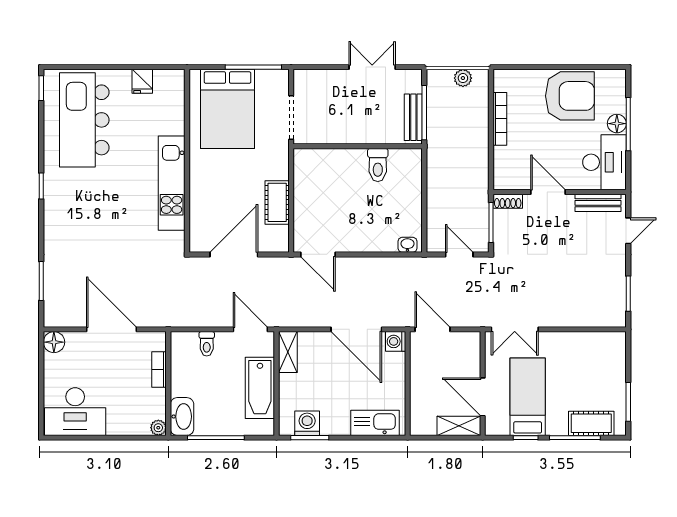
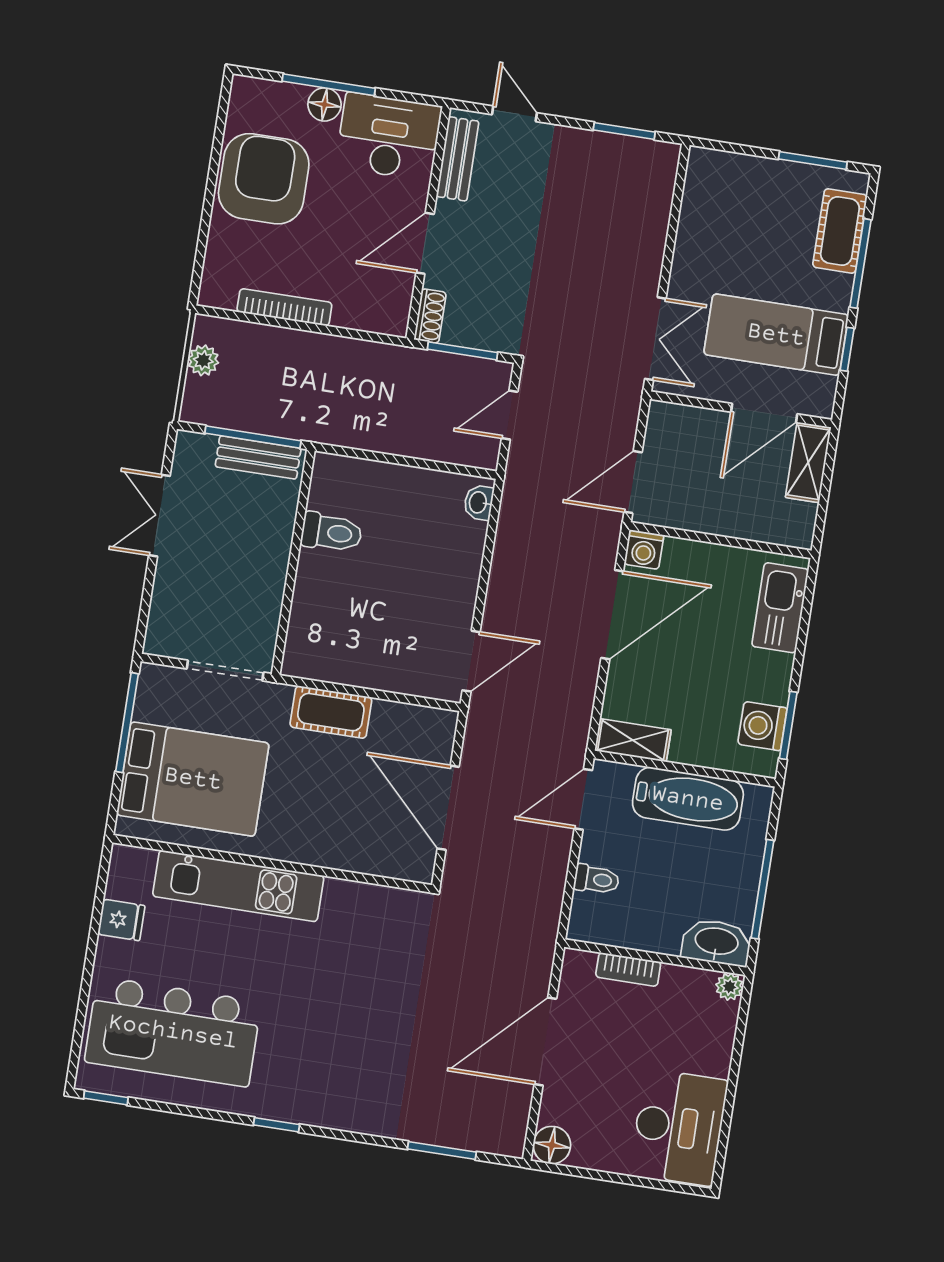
kitchen unit: (172, 183) -> (238, 886), moved
cot: (277, 202) -> (331, 712), moved

